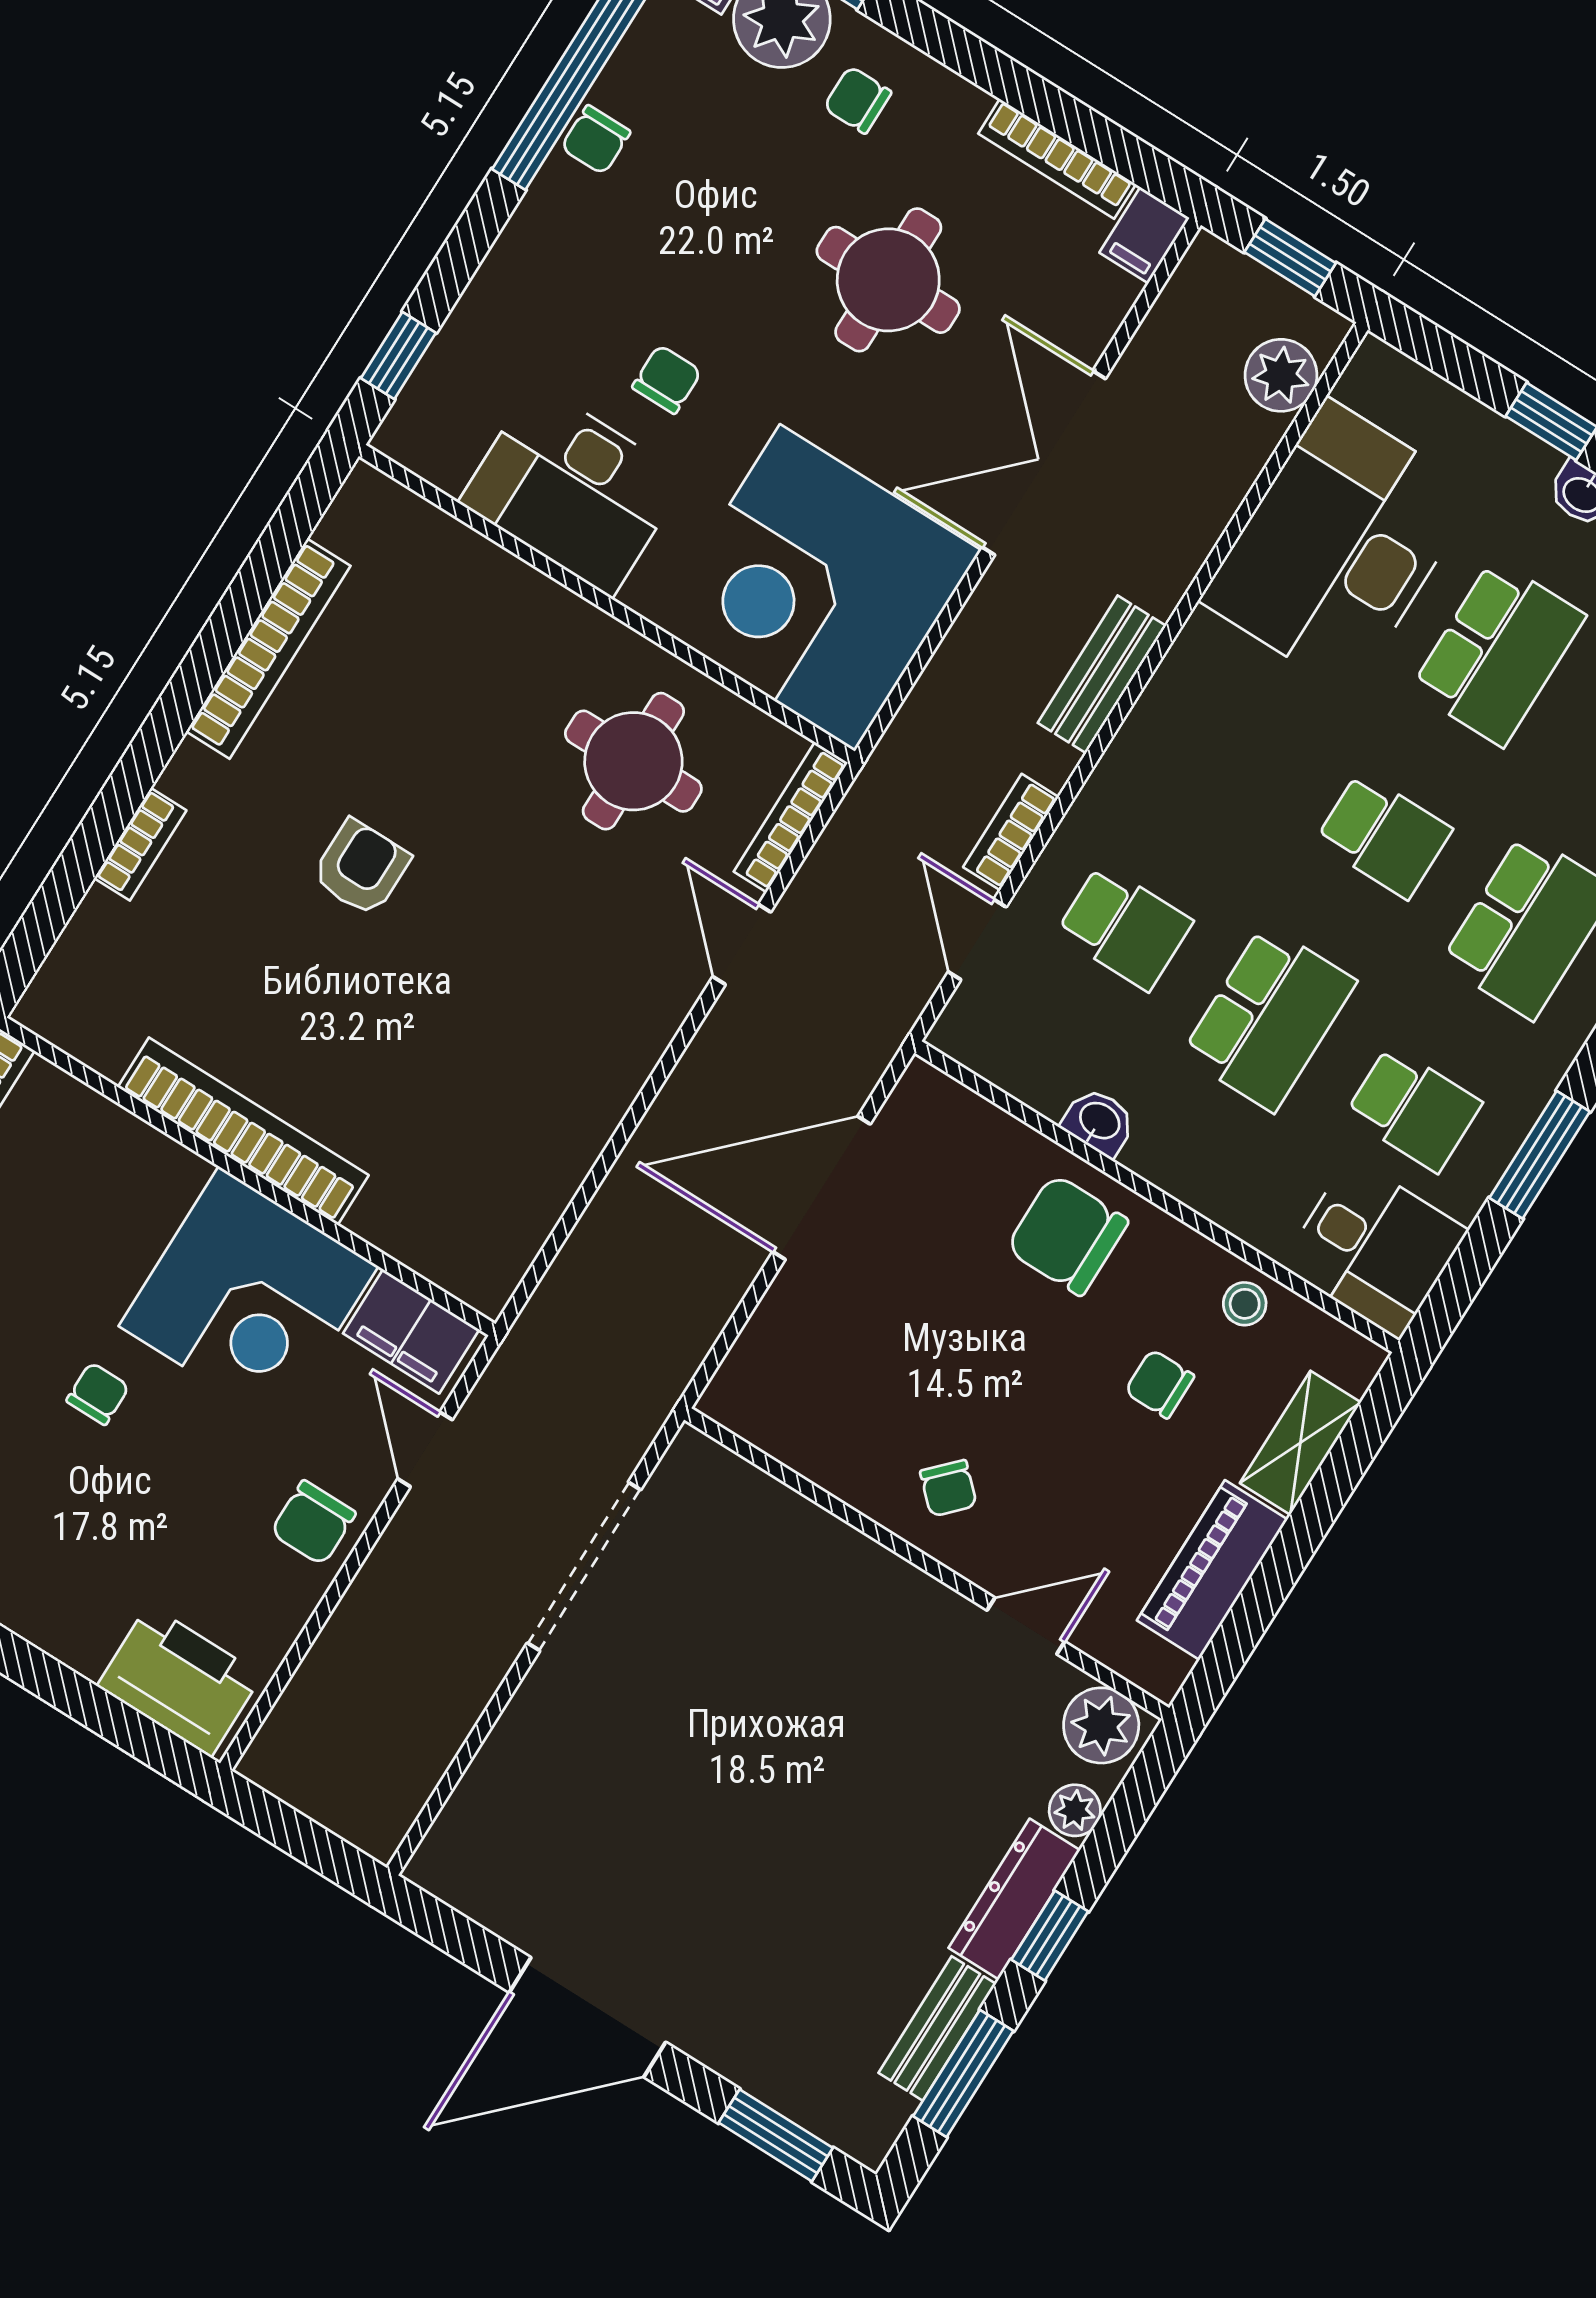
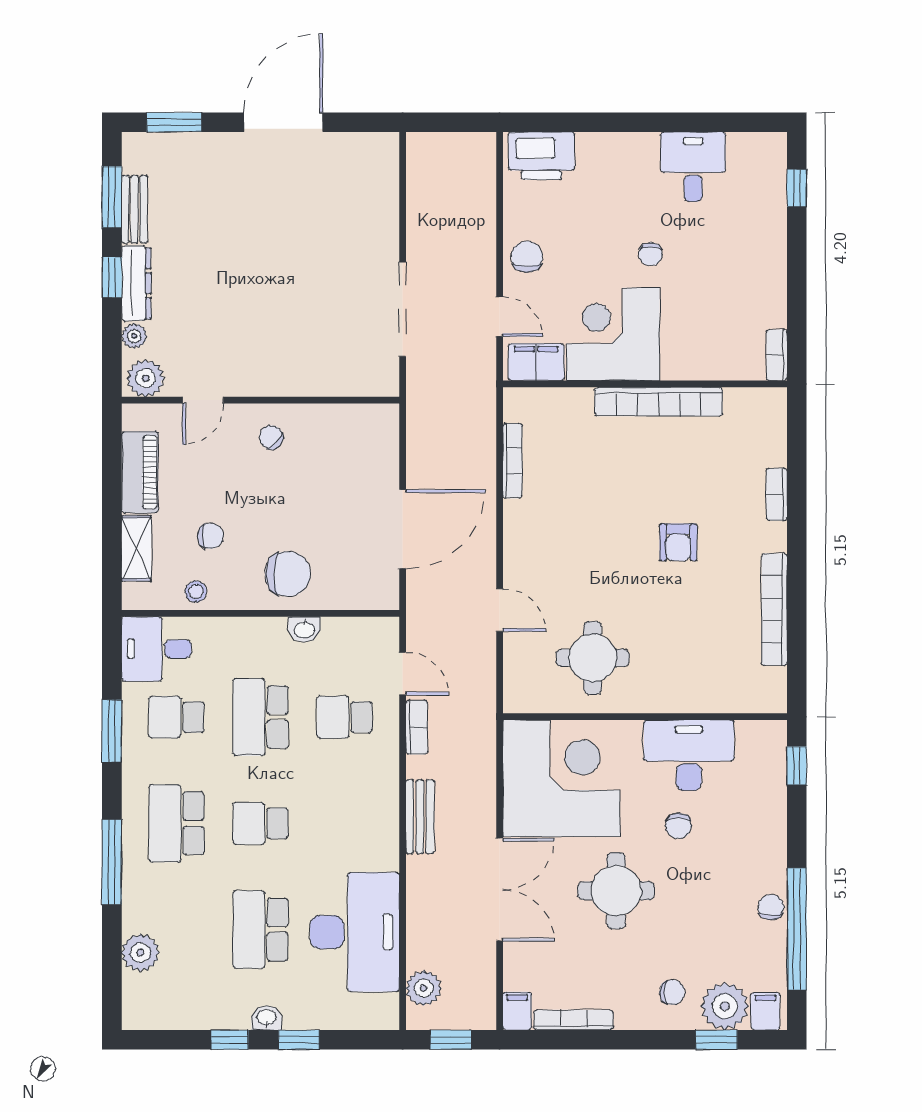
round table: (888, 280) -> (616, 891), moved
bookcase: (791, 817) -> (512, 461), moved

